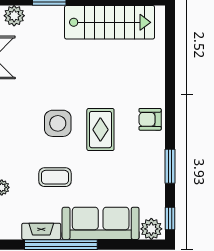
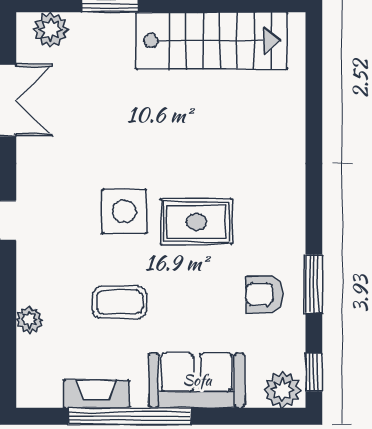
armchair: (150, 119) -> (265, 294), moved
rug: (100, 130) -> (196, 222), turned 90
sofa: (101, 223) -> (197, 380), width x0.73

